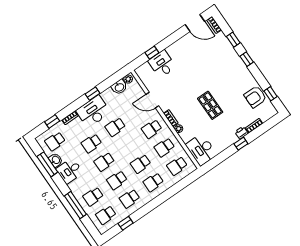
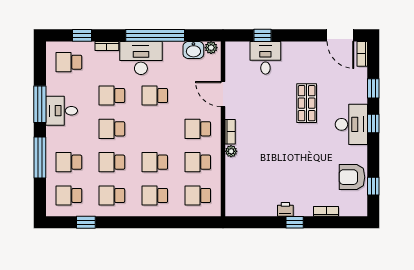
window: (93, 94) -> (155, 35), width x3.17
shop shelf: (210, 105) -> (307, 103), moved
printer: (241, 133) -> (285, 209), moved
desk: (201, 150) -> (351, 124), moved, turned 180
washbasin: (56, 160) -> (54, 86), removed
window: (47, 164) -> (40, 104), moved

